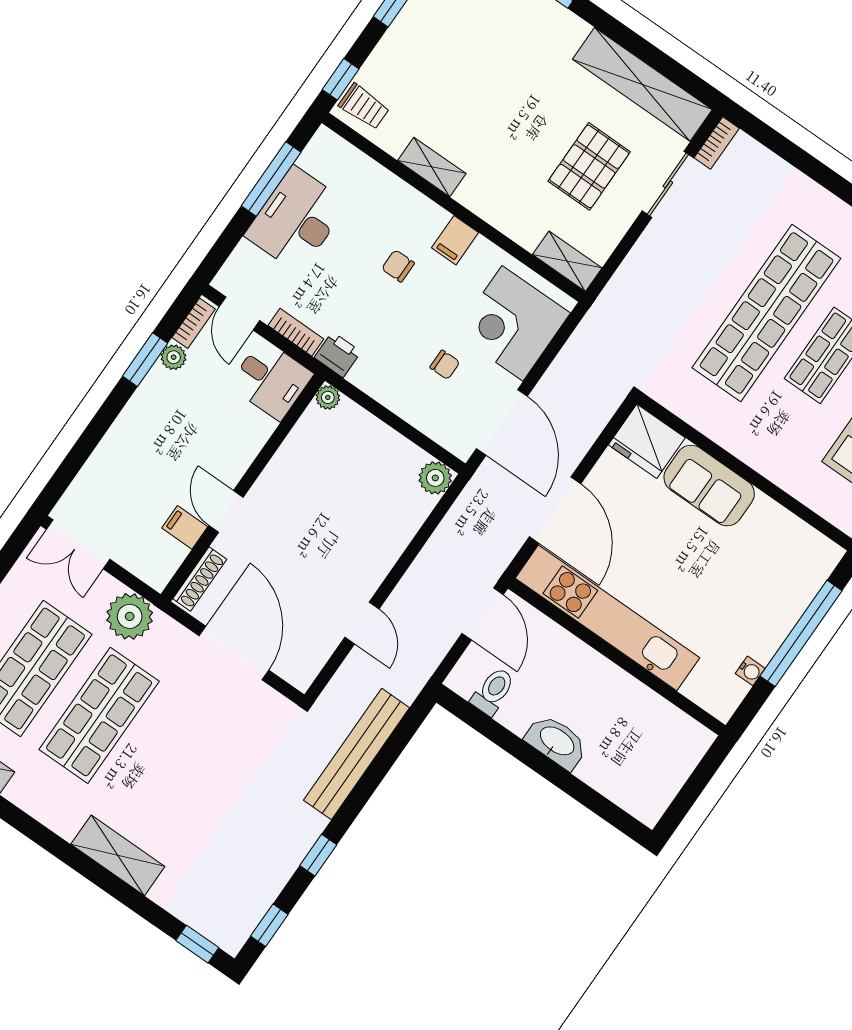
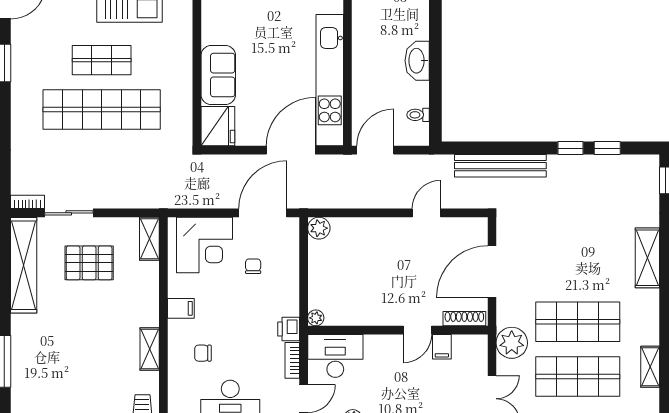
chair: (398, 266) -> (203, 353), moved, turned 90
desk: (271, 380) -> (335, 356), width x1.37
toilet: (493, 691) -> (418, 115), width x0.73, depth x0.72
window: (269, 925) -> (607, 148), moved

